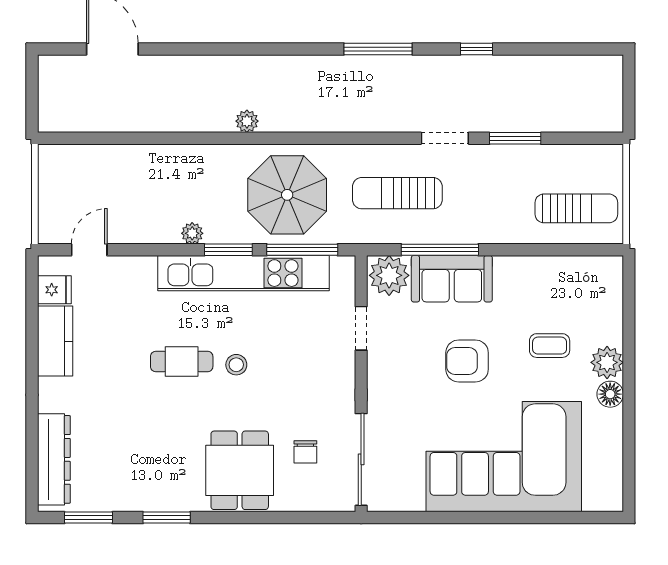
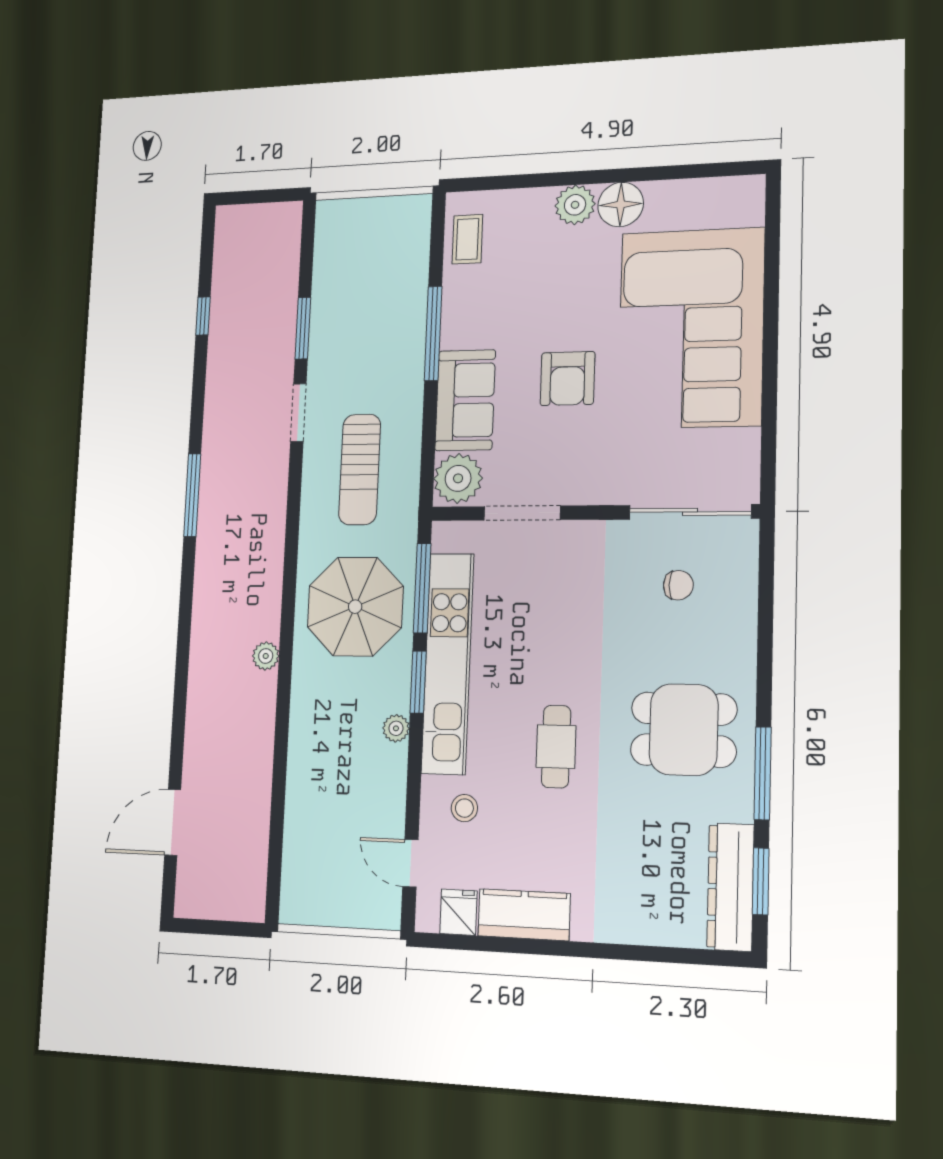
window: (477, 49) -> (203, 316), moved
sun lounger: (576, 208) -> (388, 252), removed
window: (440, 250) -> (433, 333), moved
doorway: (361, 328) -> (522, 513), width x1.38
coffee table: (550, 346) -> (467, 239), moved
stool: (236, 365) -> (464, 808), moved
floor lamp: (610, 394) -> (621, 204), width x1.38, depth x1.38
dresser: (54, 459) -> (730, 887), moved, turned -90
dining table: (240, 470) -> (684, 730), moved
window: (167, 518) -> (763, 773), width x1.44

